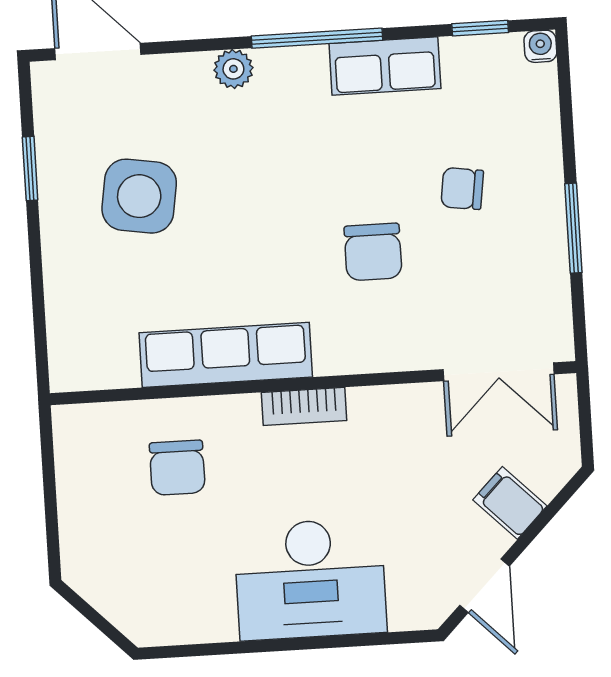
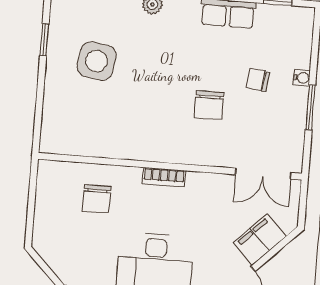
water cooler: (540, 46) -> (302, 78), moved, turned 90
row of seats: (226, 355) -> (129, 146), removed
filing cabinet: (510, 503) -> (260, 240), width x2.00

